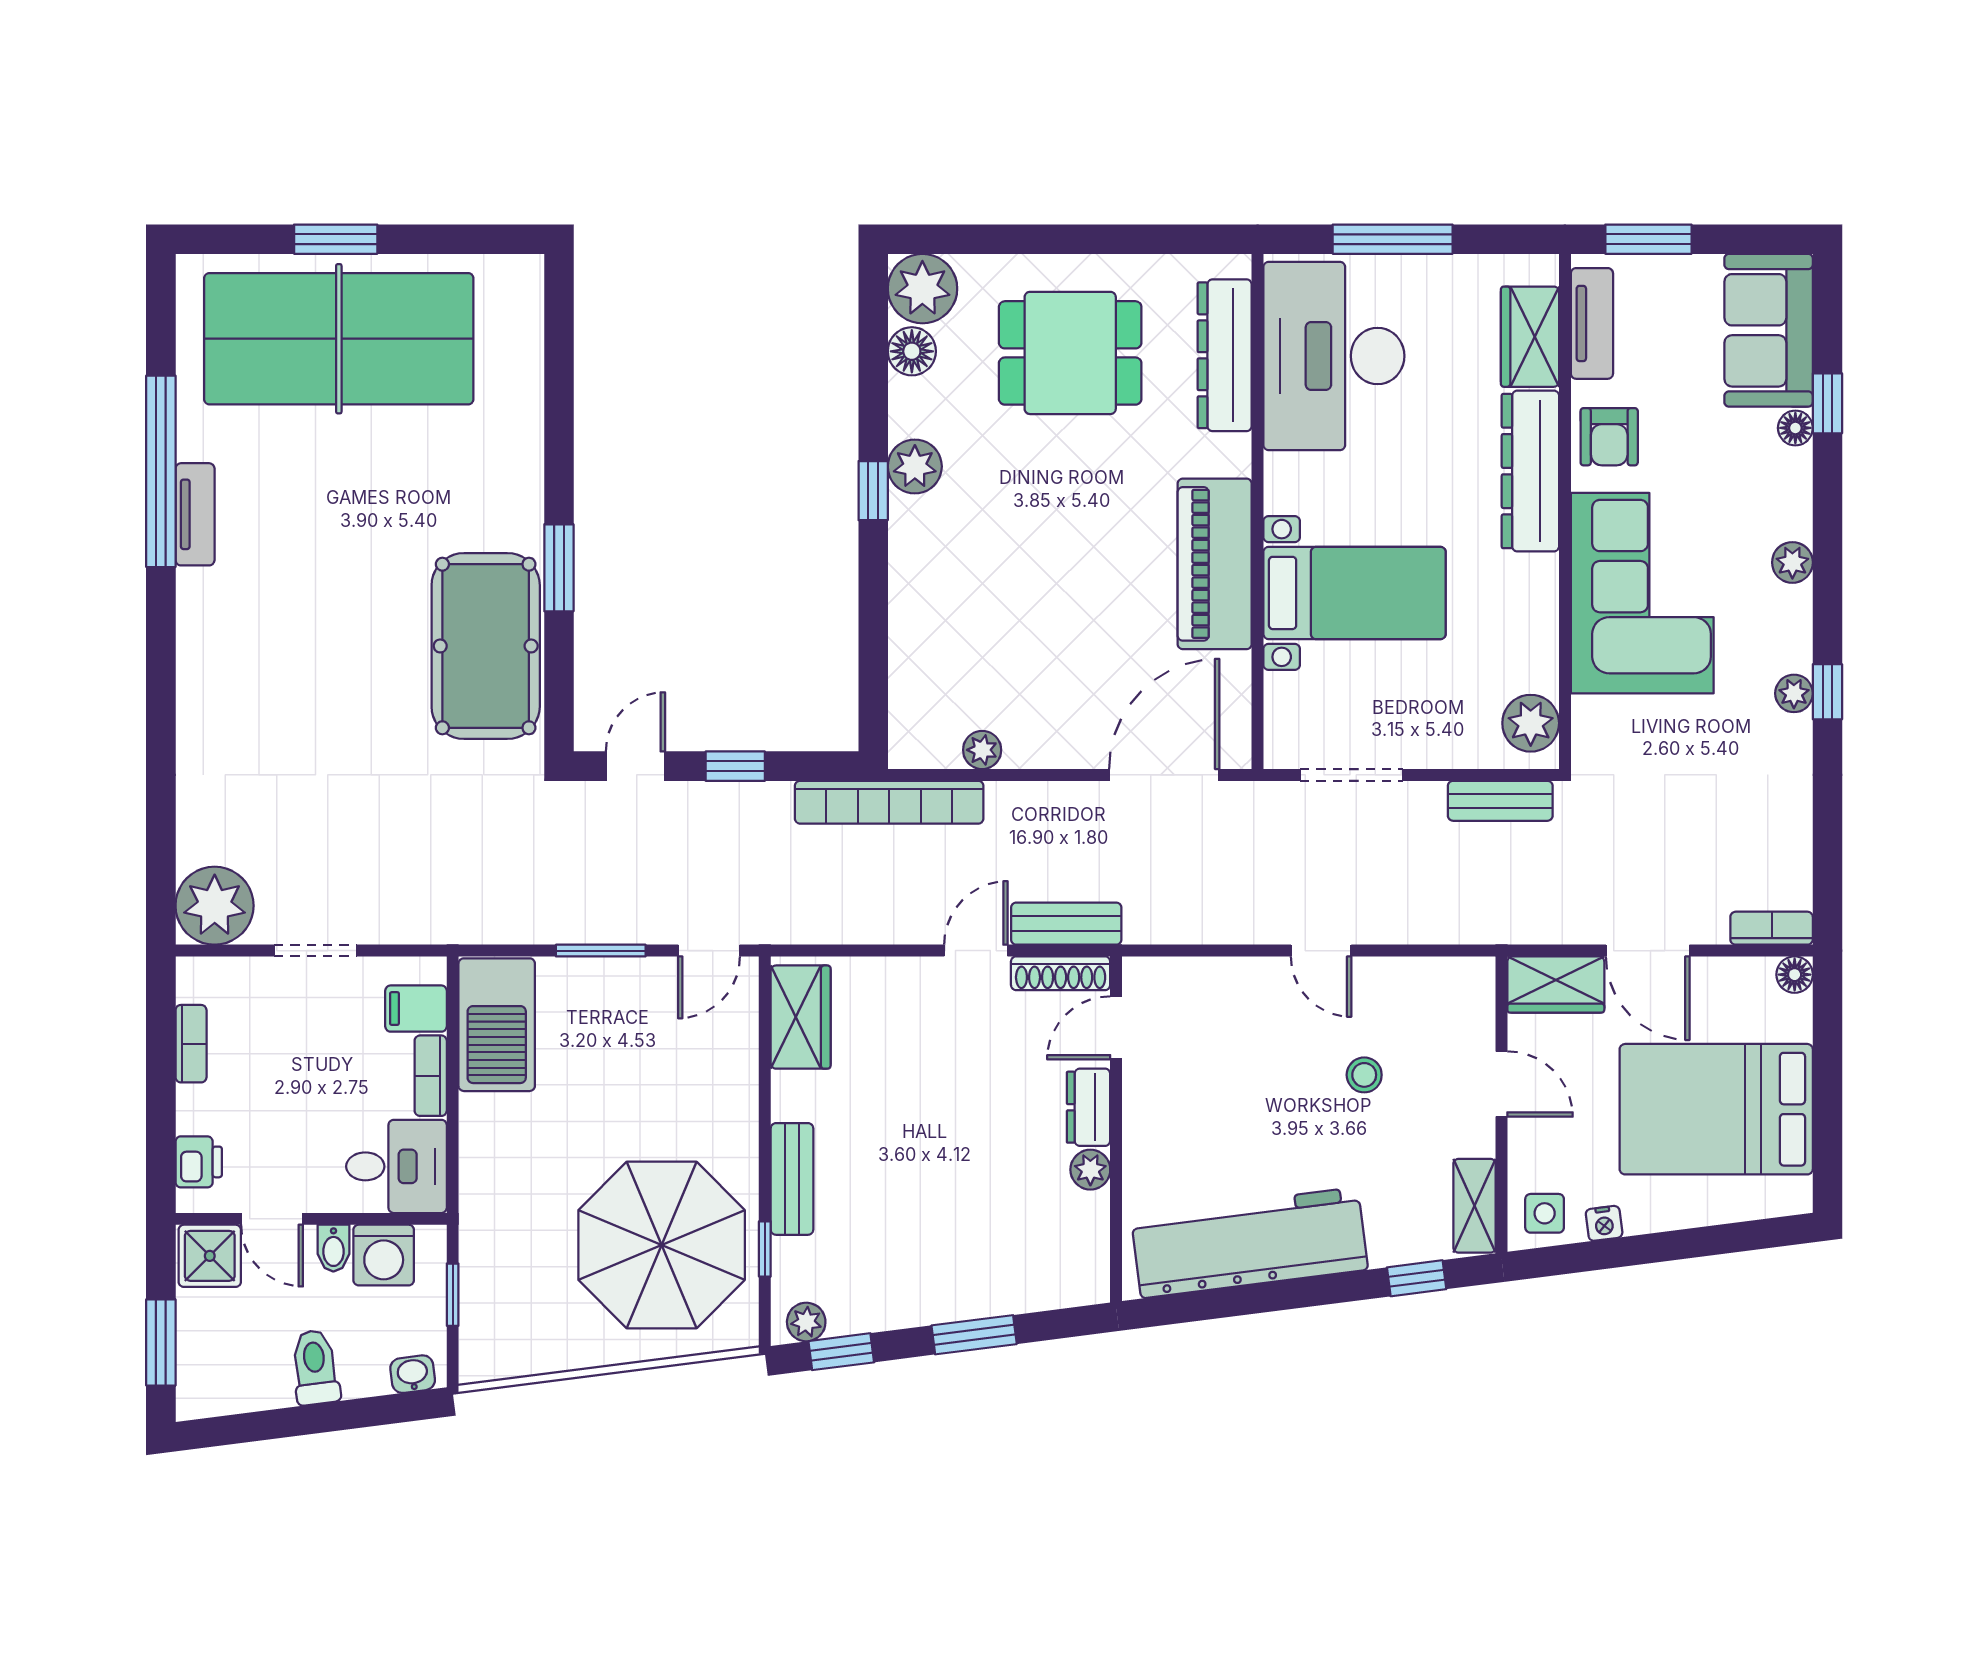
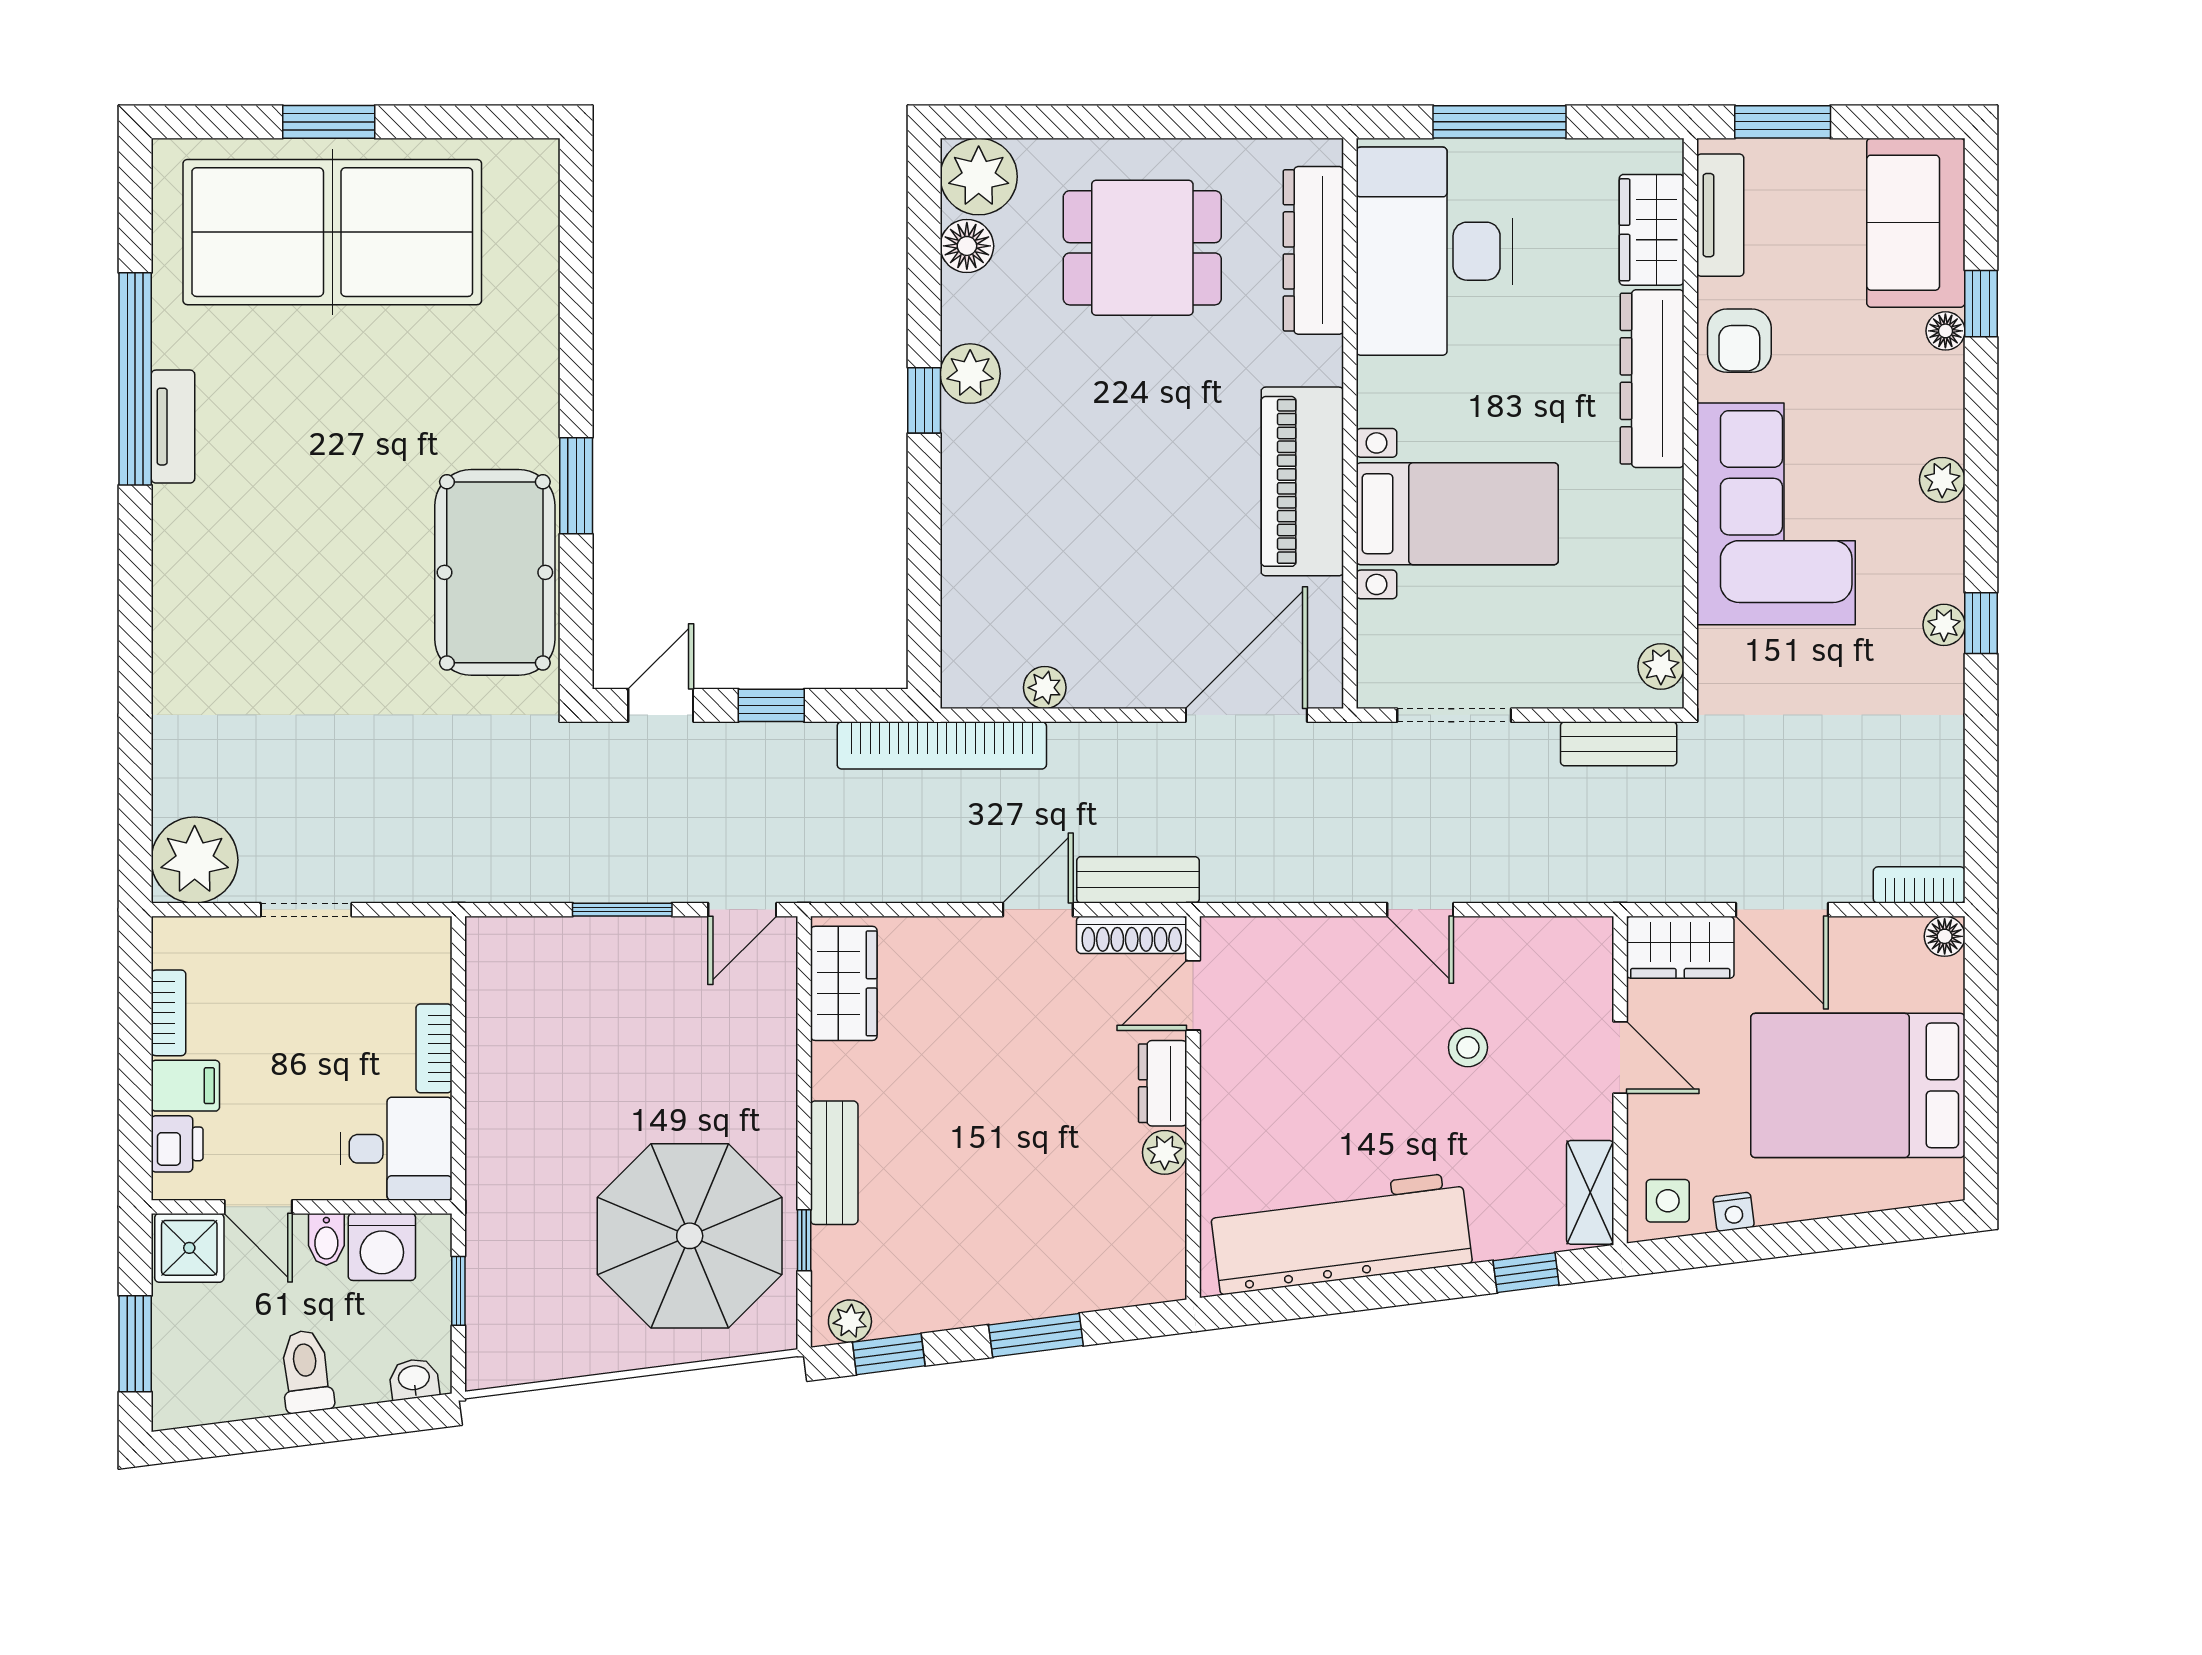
plant: (1531, 723) -> (1661, 667), width x0.73, depth x0.73
filing cabinet: (416, 1009) -> (185, 1086), moved, turned 180
barbecue: (497, 1025) -> (507, 992), removed

